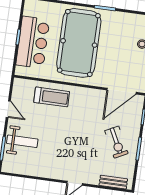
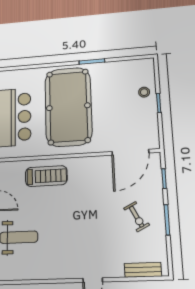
exercise bike: (116, 142) -> (137, 217), width x0.73, depth x0.72

